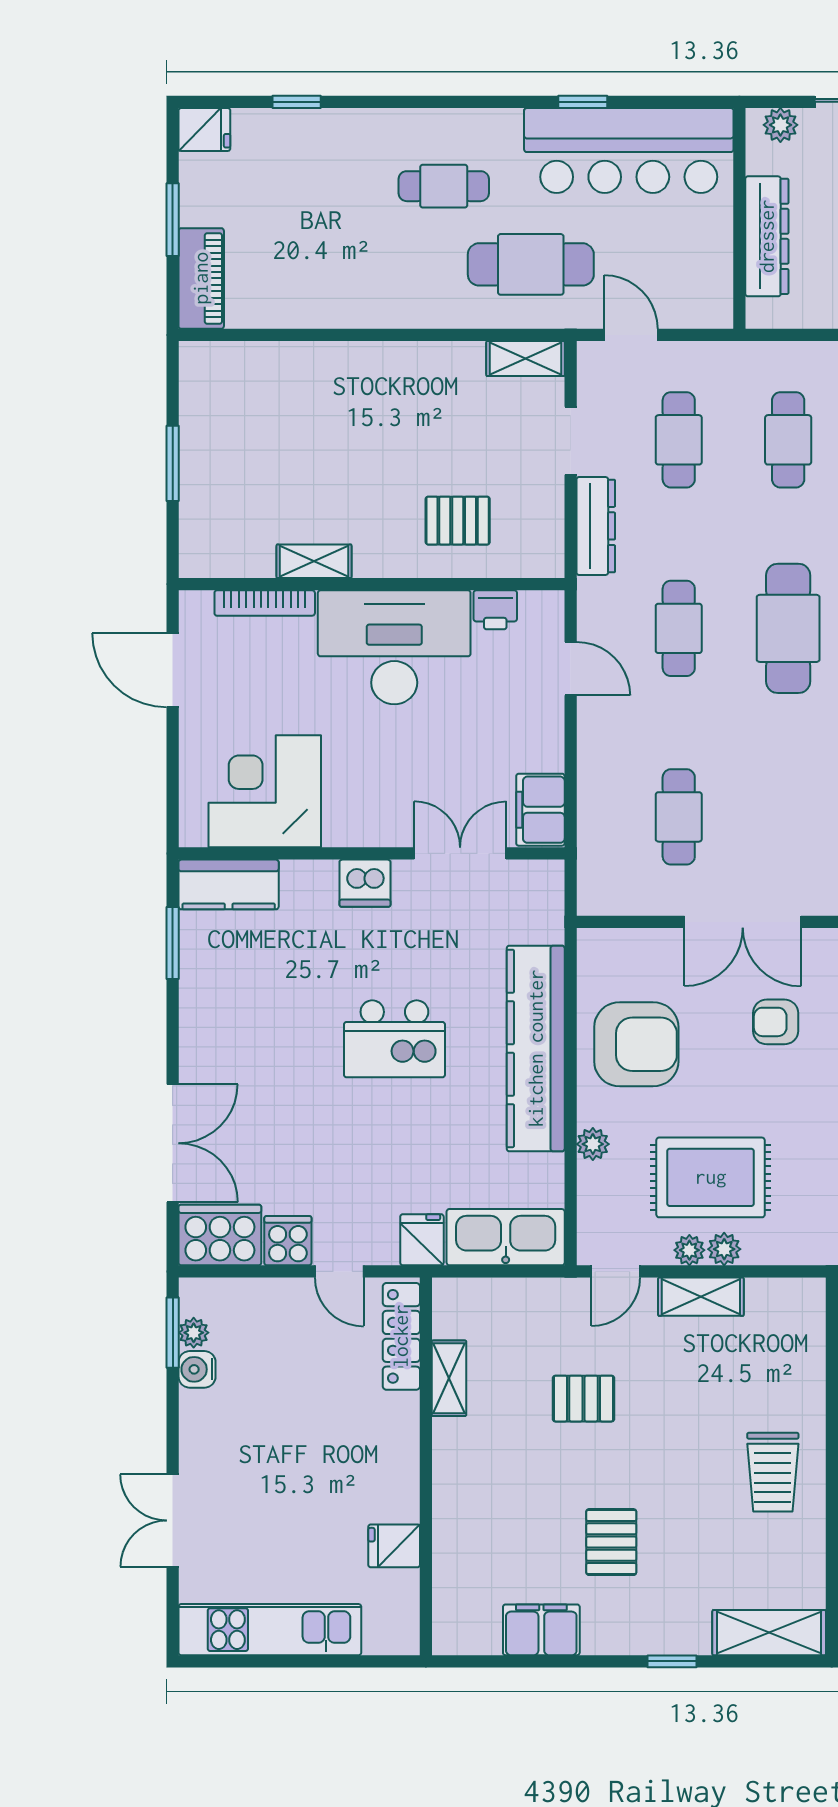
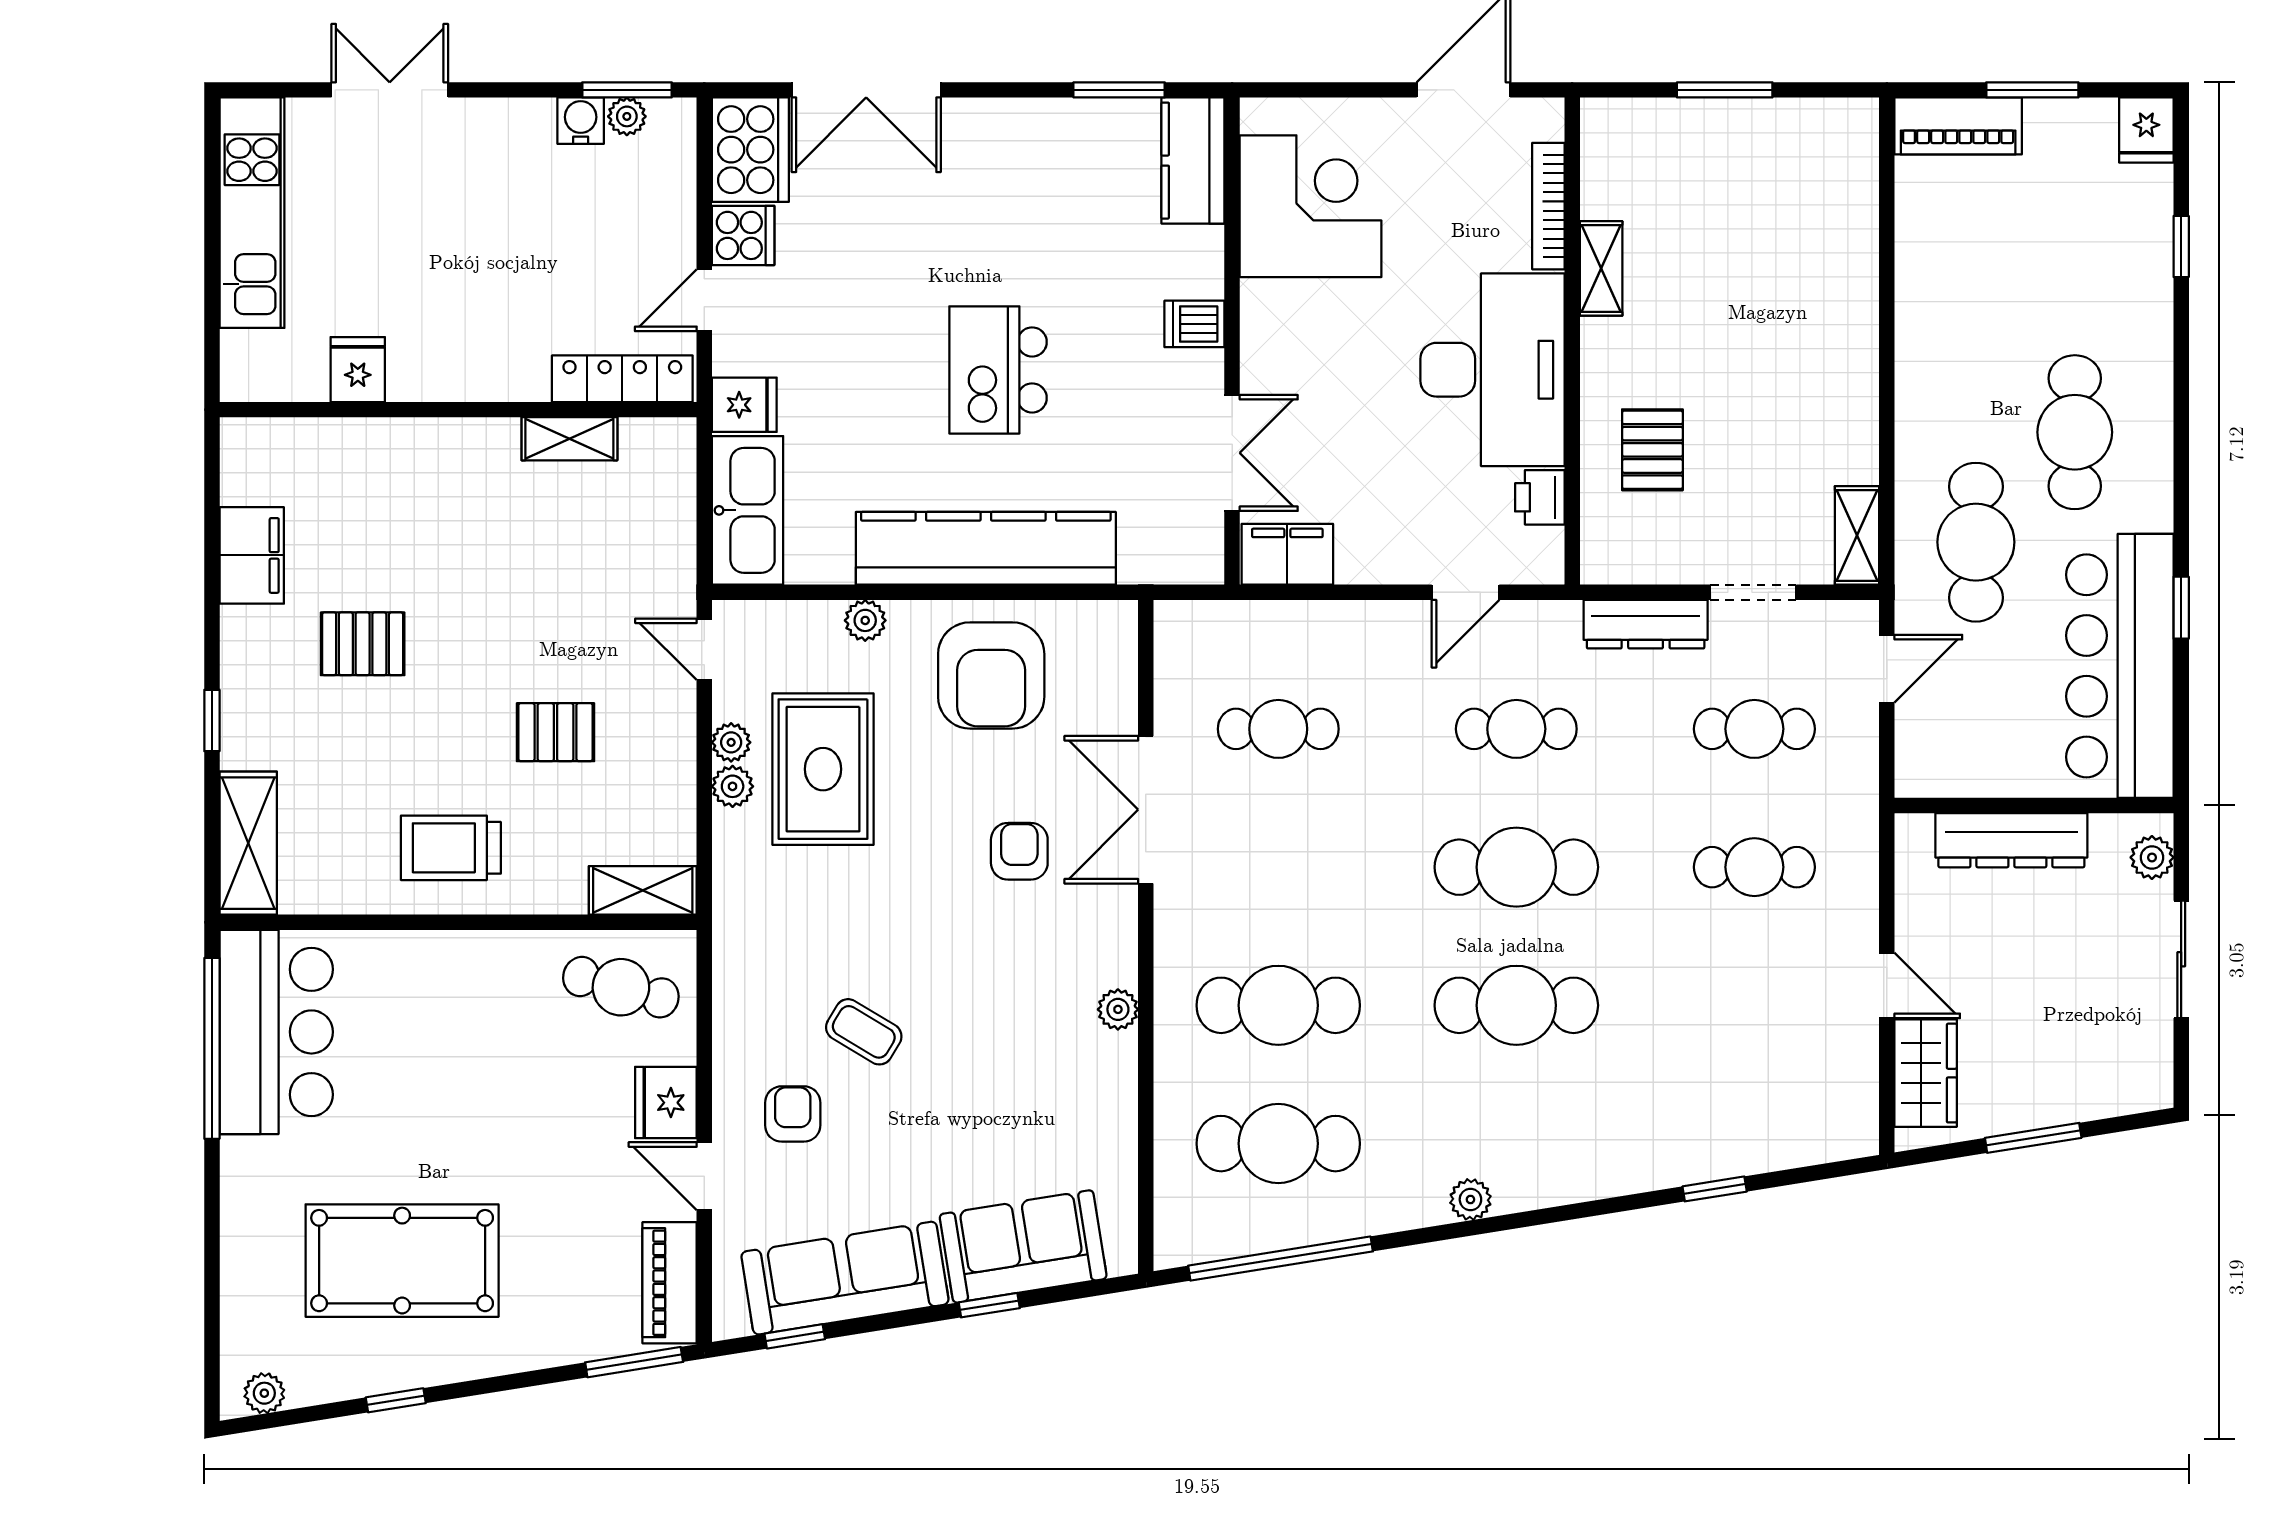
cafe table: (444, 186) -> (2075, 432), width x1.37, depth x1.35
dishwasher: (365, 883) -> (1194, 324), width x0.73
shelving: (701, 1297) -> (643, 890), moved, turned 90
pallet: (584, 1399) -> (555, 732), moved, turned 90

